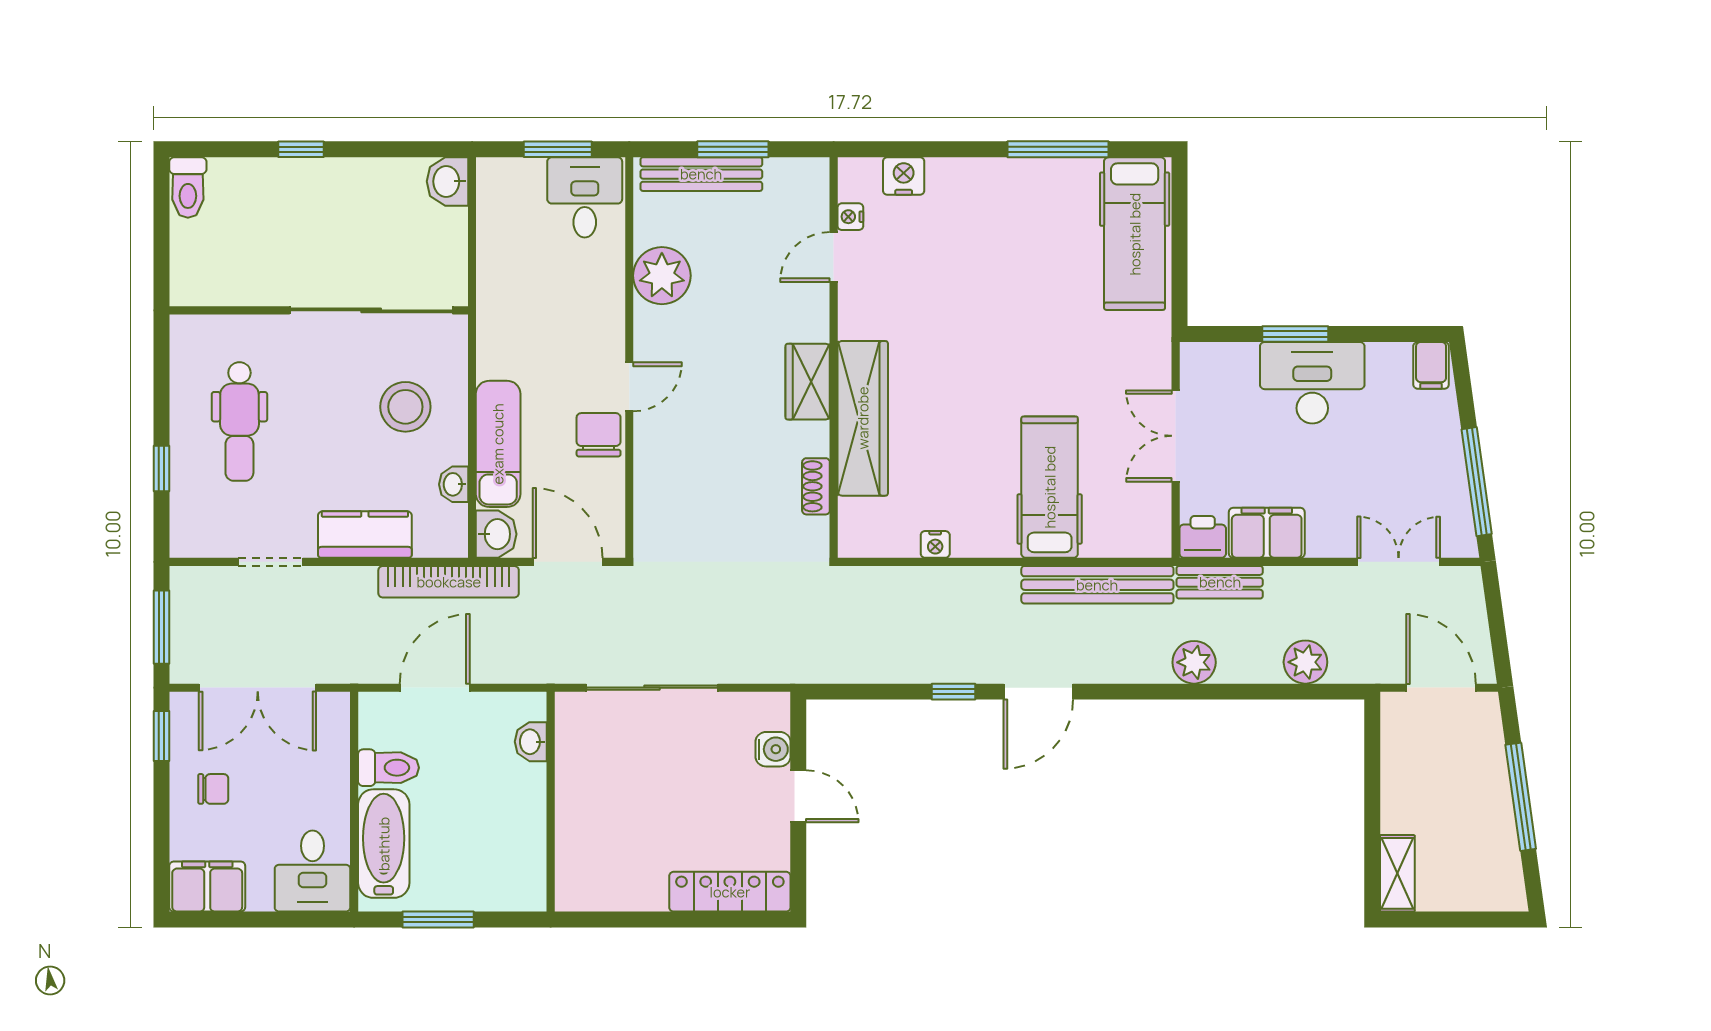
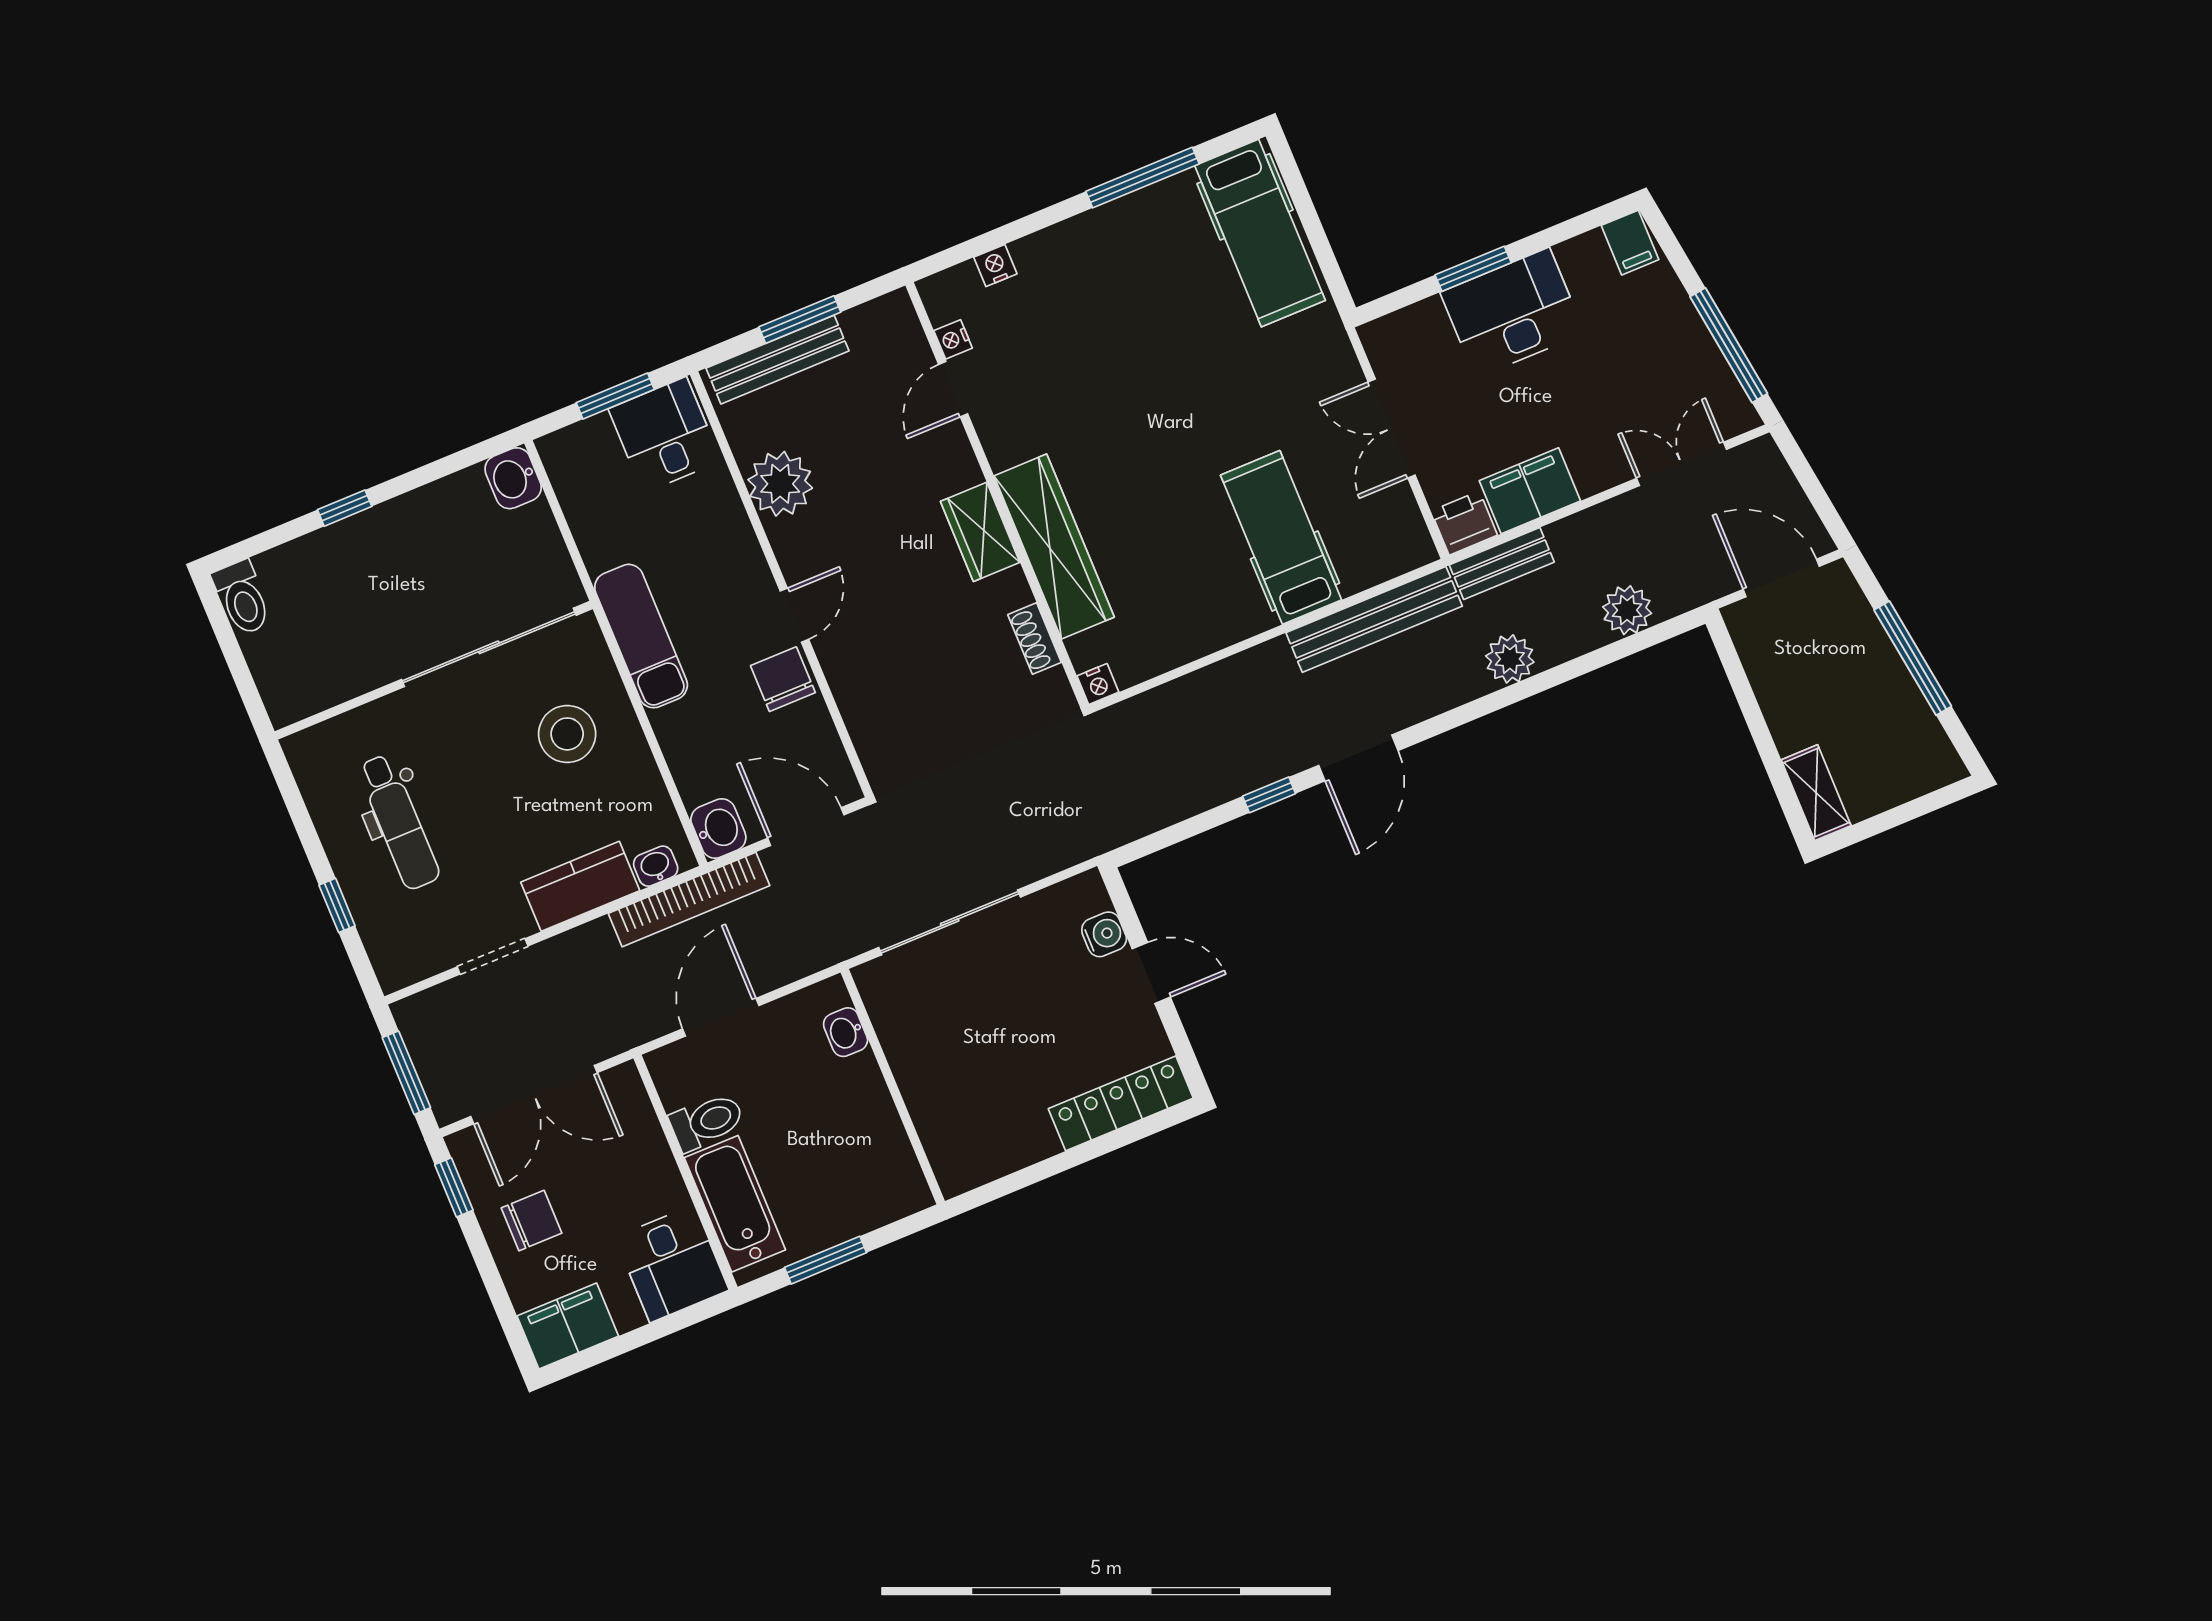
nightstand: (904, 176) -> (995, 266), width x0.72, depth x0.74
exam couch: (498, 444) -> (641, 636), moved
washbasin: (454, 484) -> (656, 866), moved, turned 90
nightstand: (935, 544) -> (1098, 684), moved
chair: (213, 789) -> (531, 1221), width x1.37, depth x1.37

